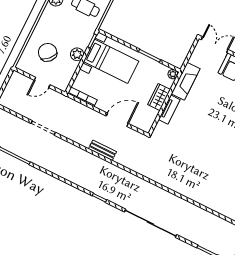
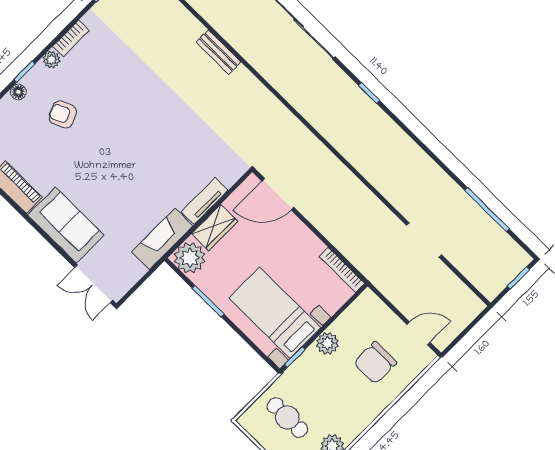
chair: (48, 52) -> (375, 363), turned 47
plant: (173, 74) -> (190, 258), width x1.88, depth x1.88
door: (42, 82) -> (418, 333), moved
door: (117, 120) -> (278, 194), moved
bench: (102, 150) -> (218, 52), moved

